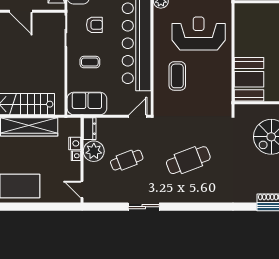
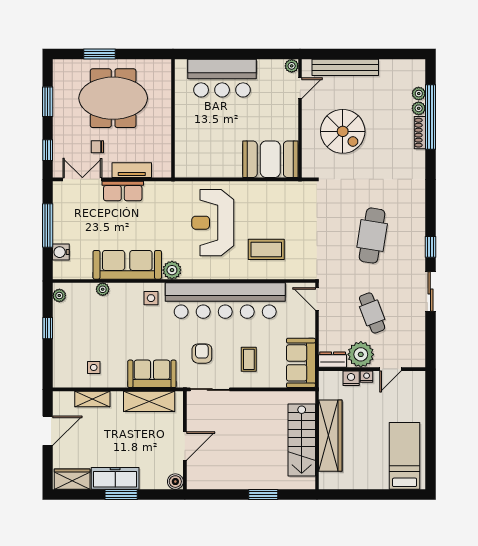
cafe table: (188, 160) -> (372, 236), turned 30
door: (82, 189) -> (391, 369), moved
window: (179, 207) -> (430, 247), added

